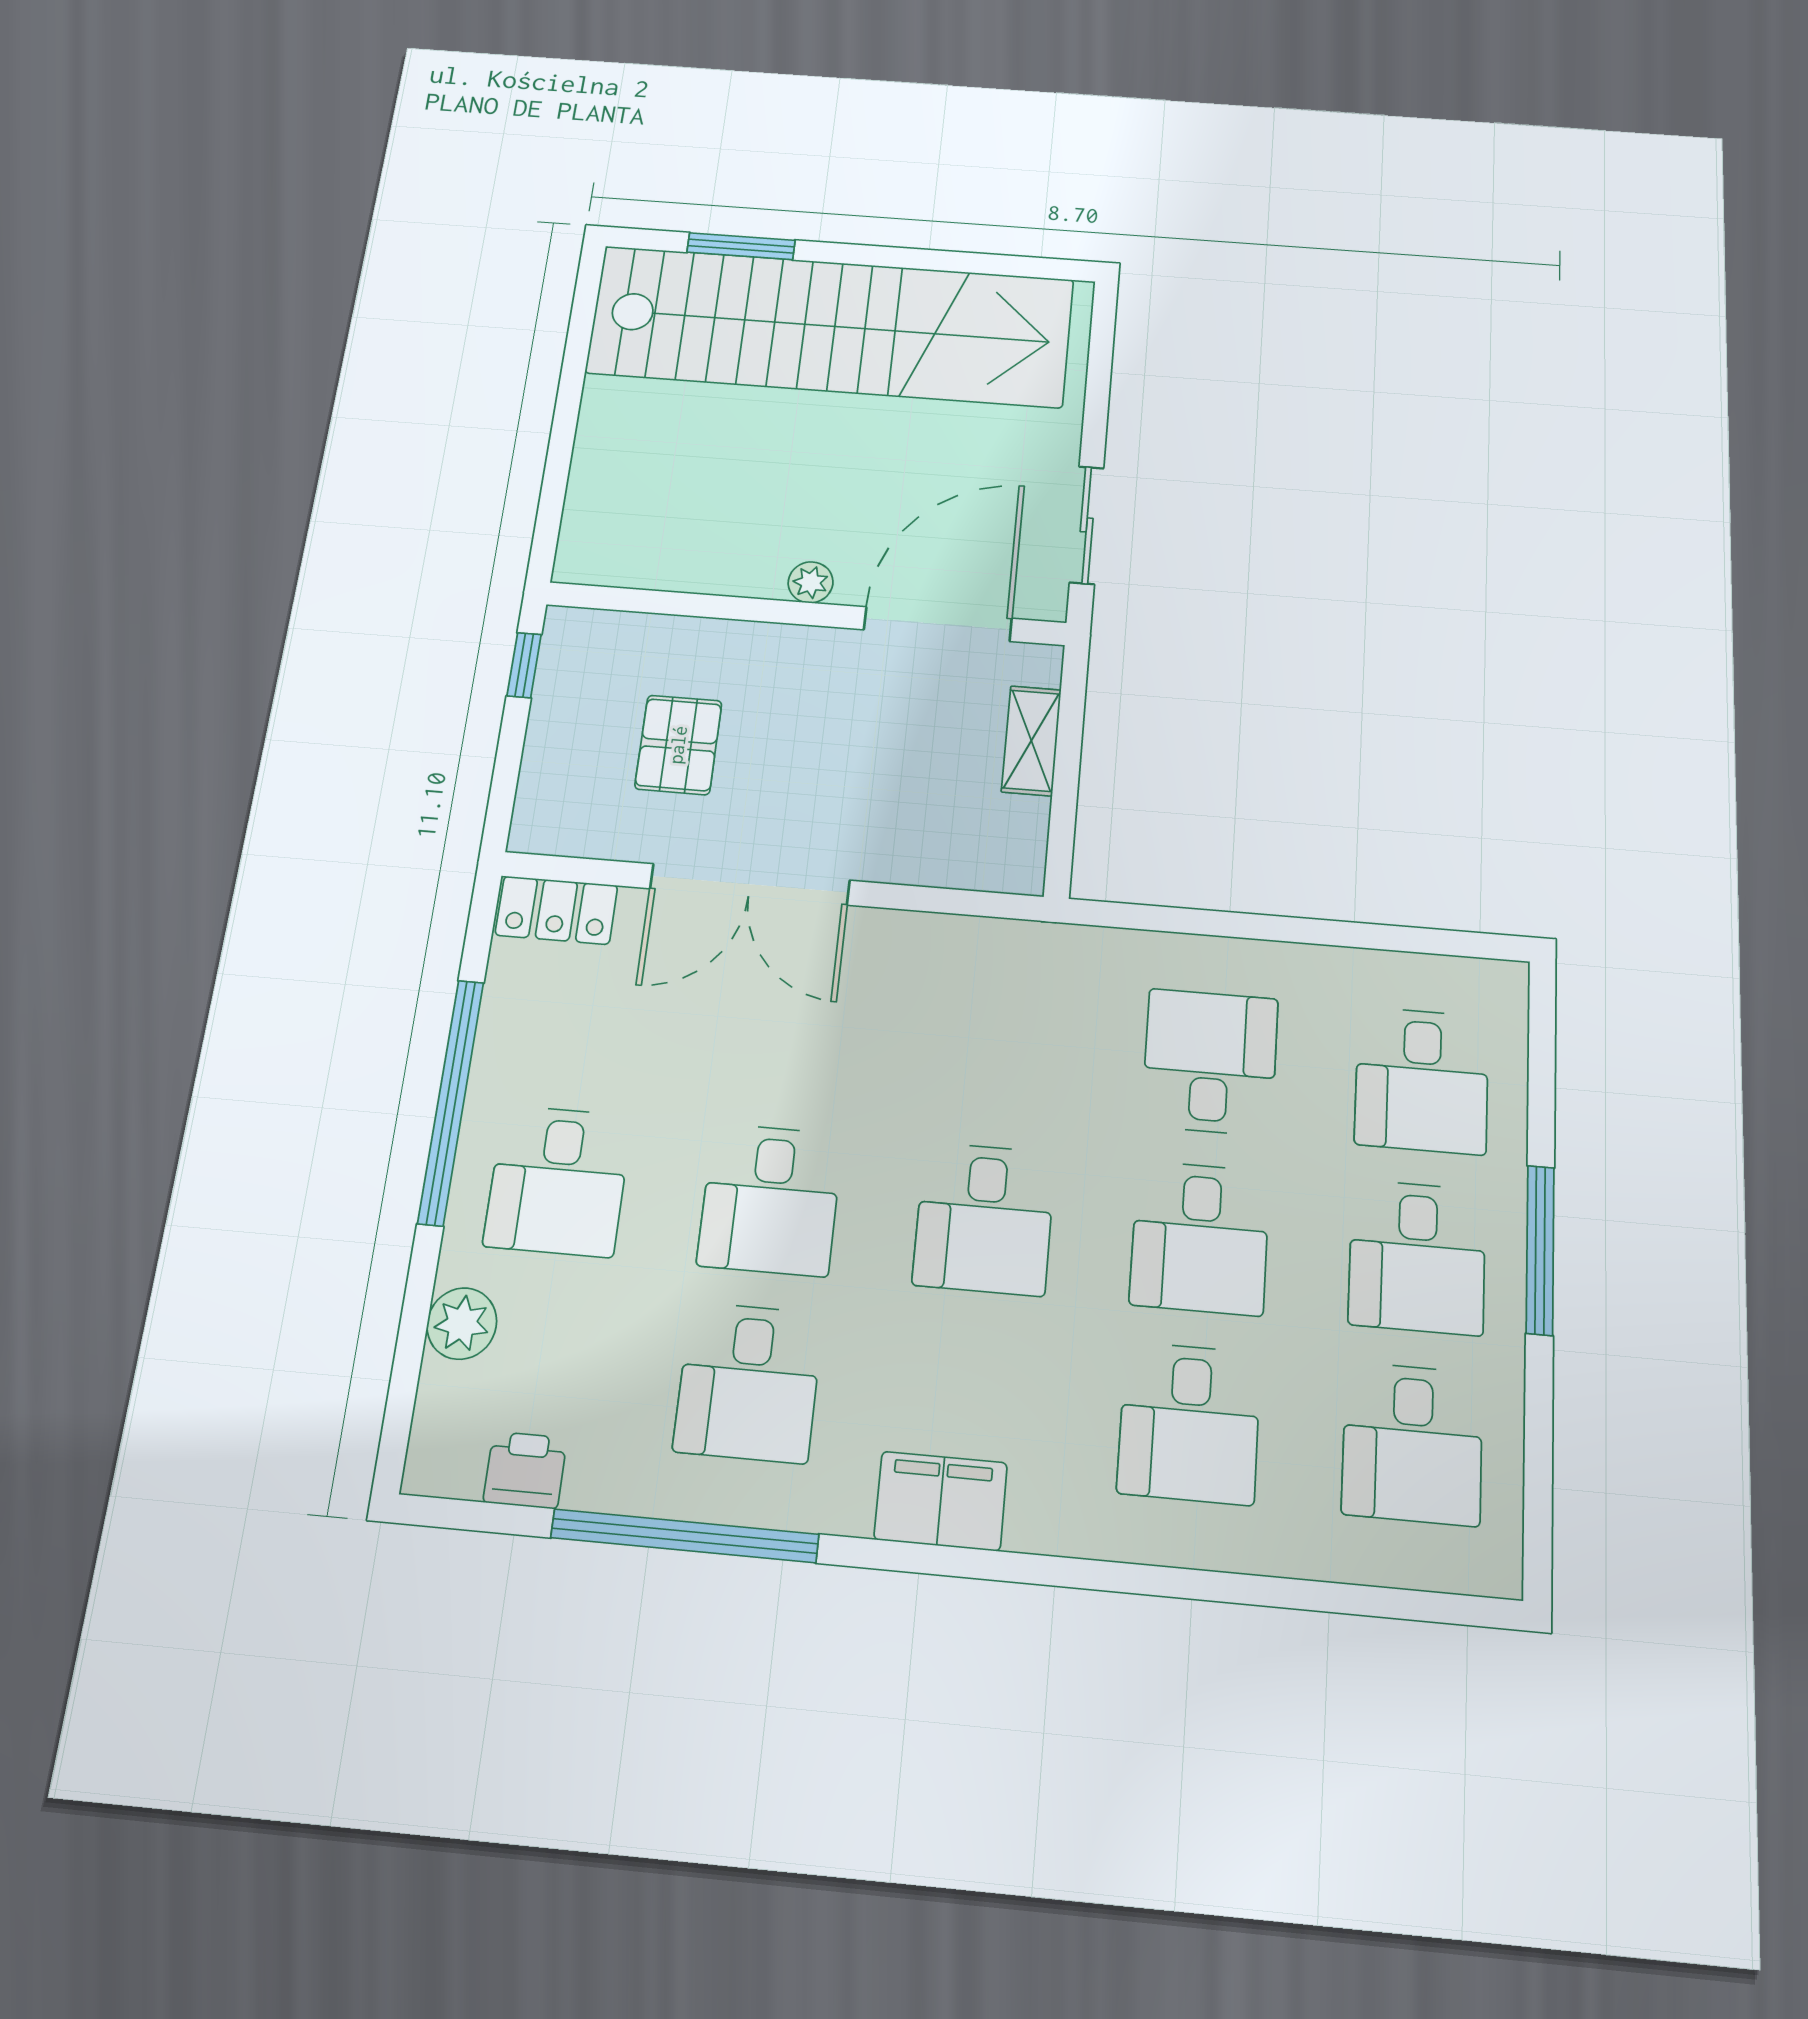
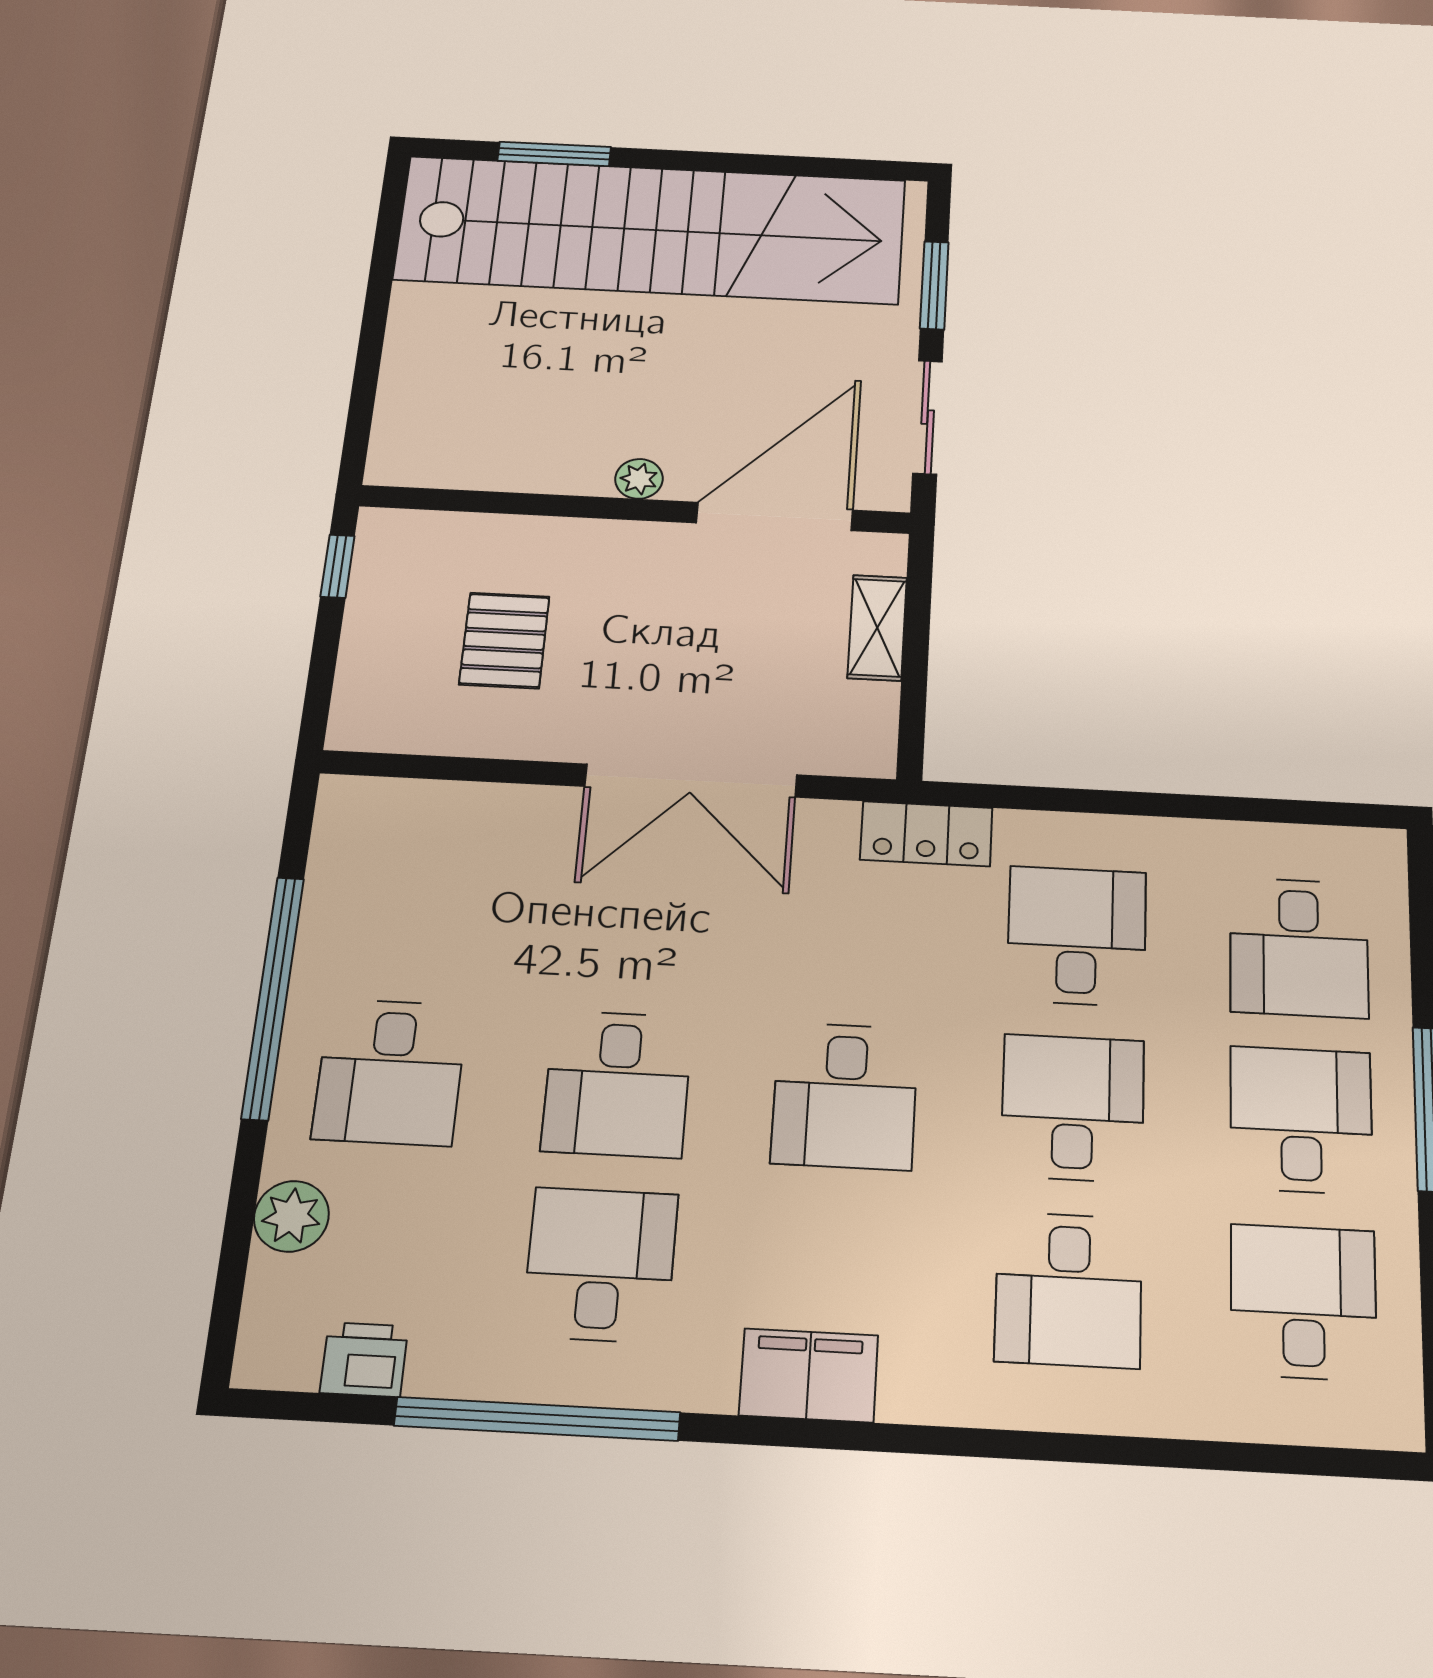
window: (1098, 389) -> (934, 285), added
double door: (750, 884) -> (691, 781), moved
locker: (556, 910) -> (926, 834), moved
desk: (1200, 1238) -> (1073, 1108), turned 180
desk: (1417, 1257) -> (1301, 1120), turned 180
desk: (749, 1382) -> (600, 1265), turned 180
desk: (1412, 1443) -> (1303, 1302), turned 180

